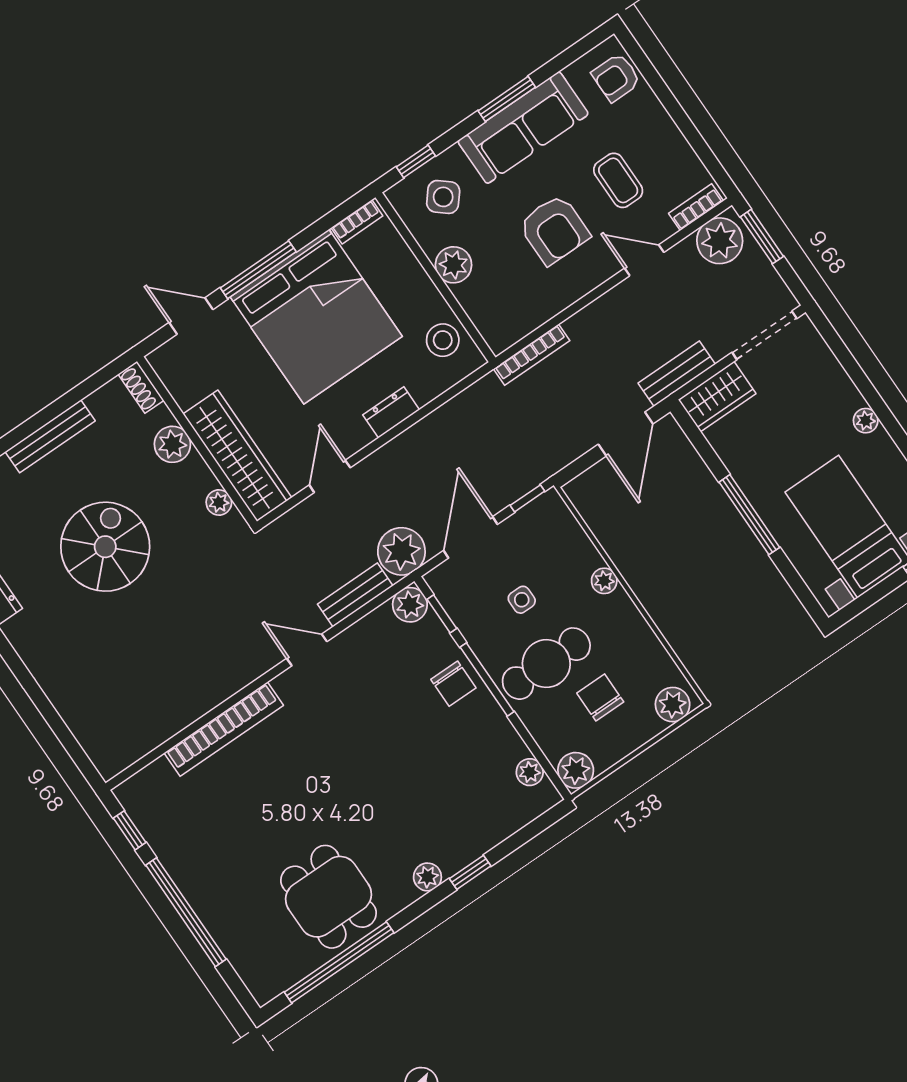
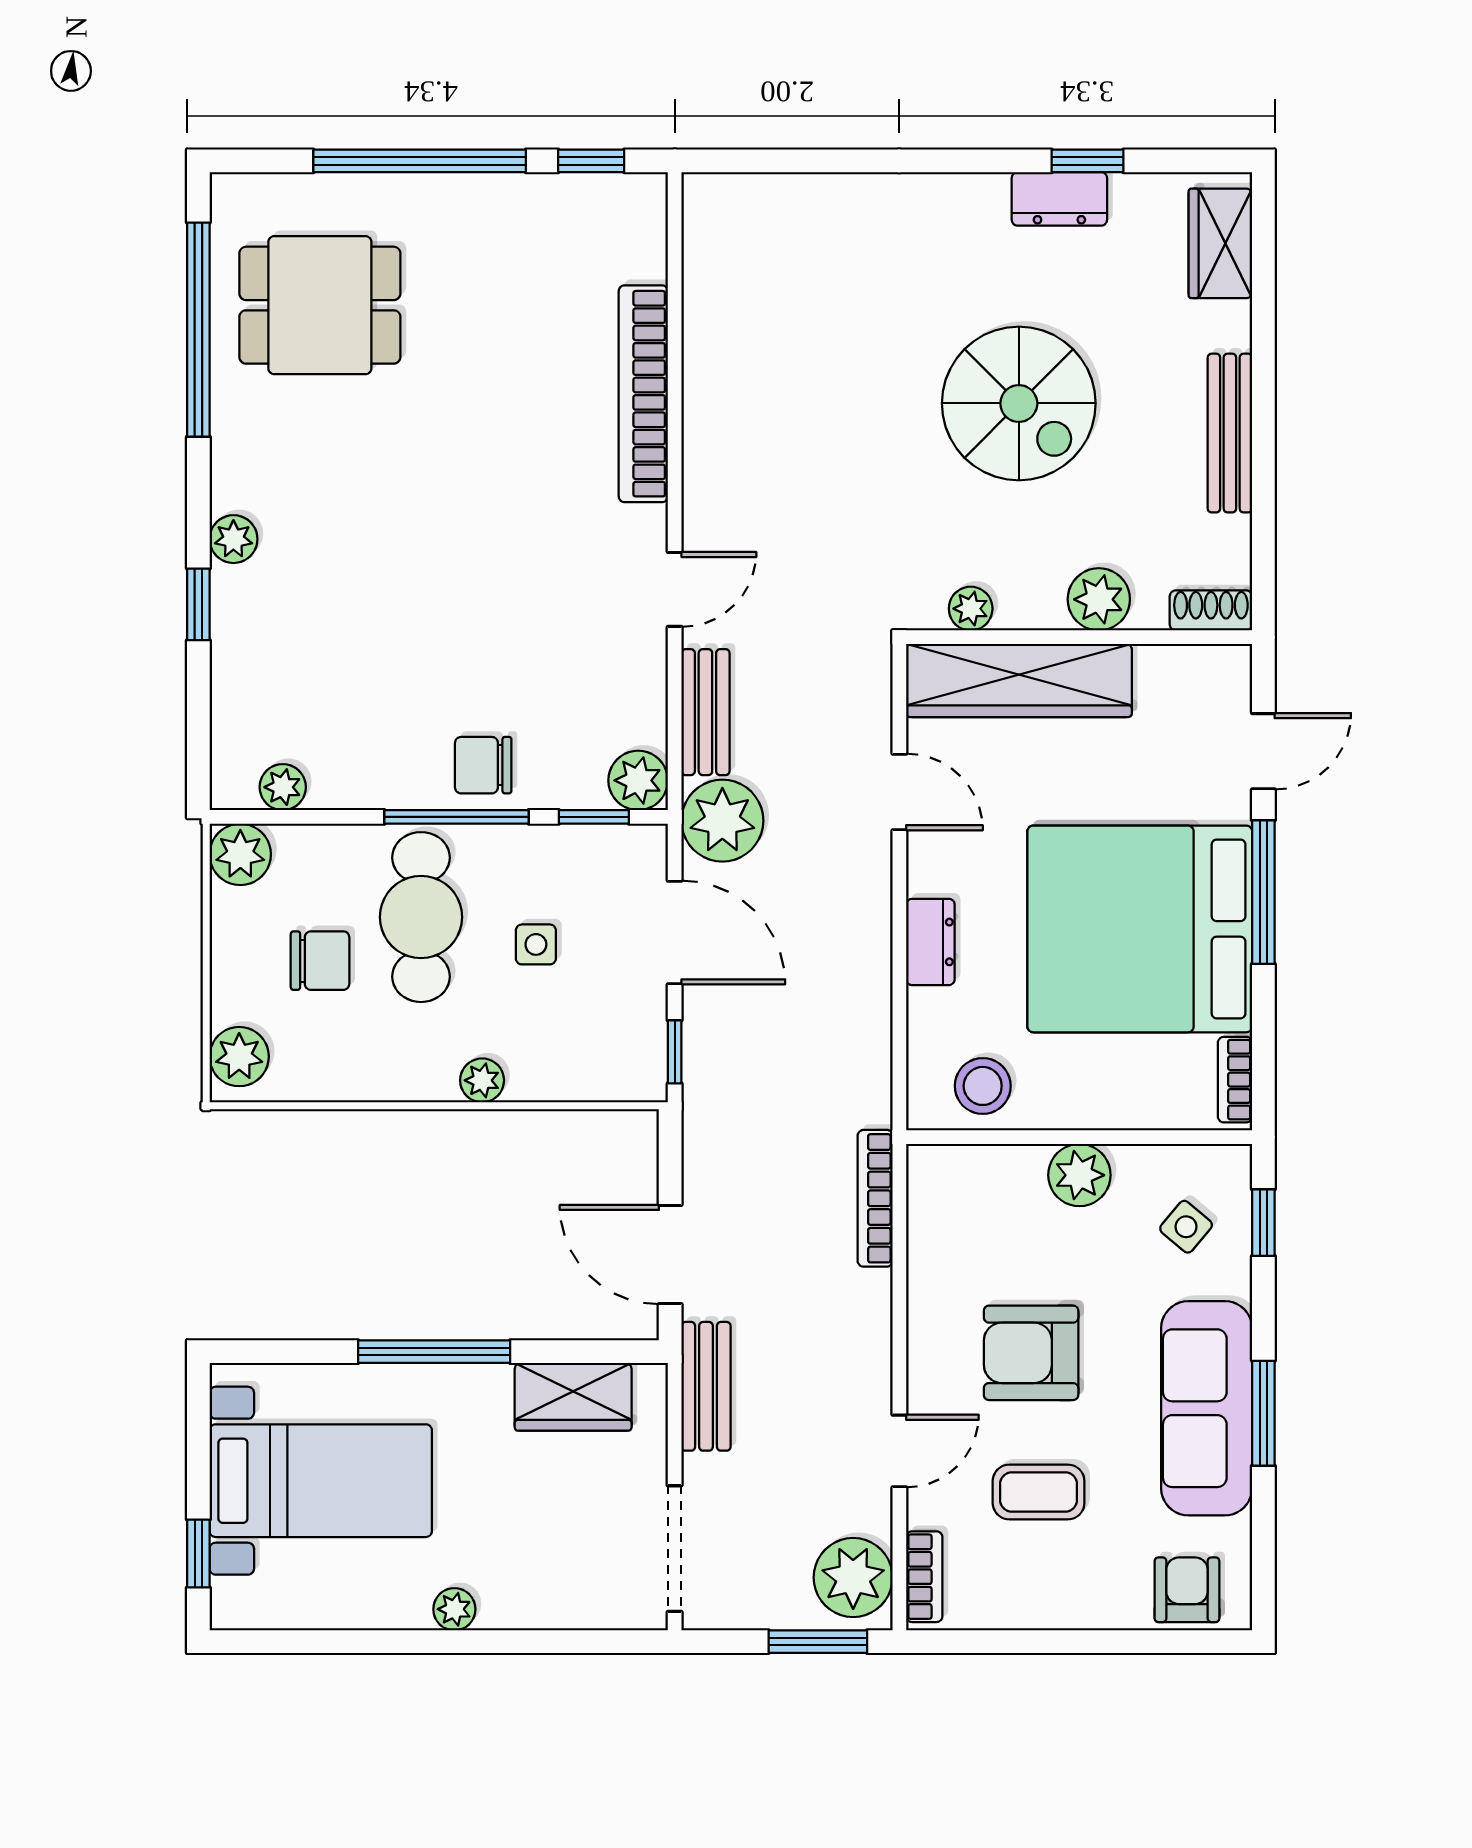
side table: (443, 197) -> (1186, 1227), width x0.73, depth x0.73
wardrobe: (717, 397) -> (573, 1397), moved, turned -90
dining table: (328, 897) -> (320, 305), moved

